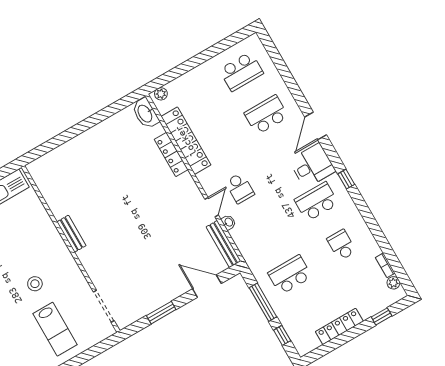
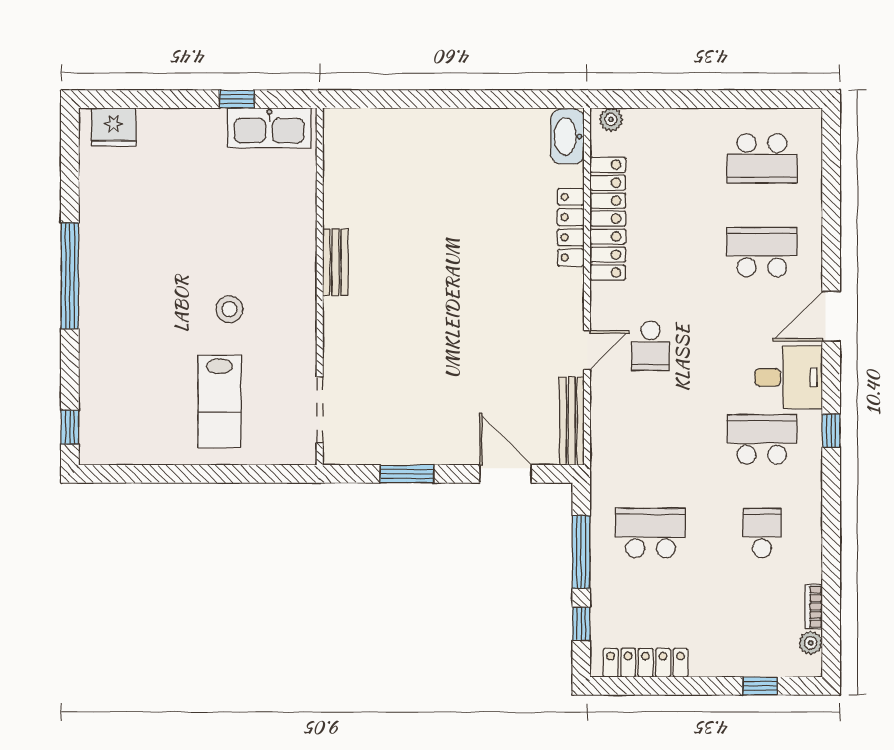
washbasin: (229, 222) -> (600, 391), removed
locker: (339, 326) -> (646, 663), moved

